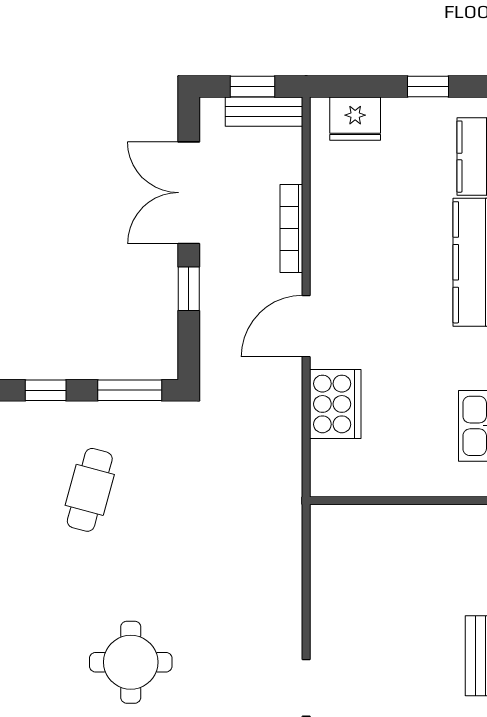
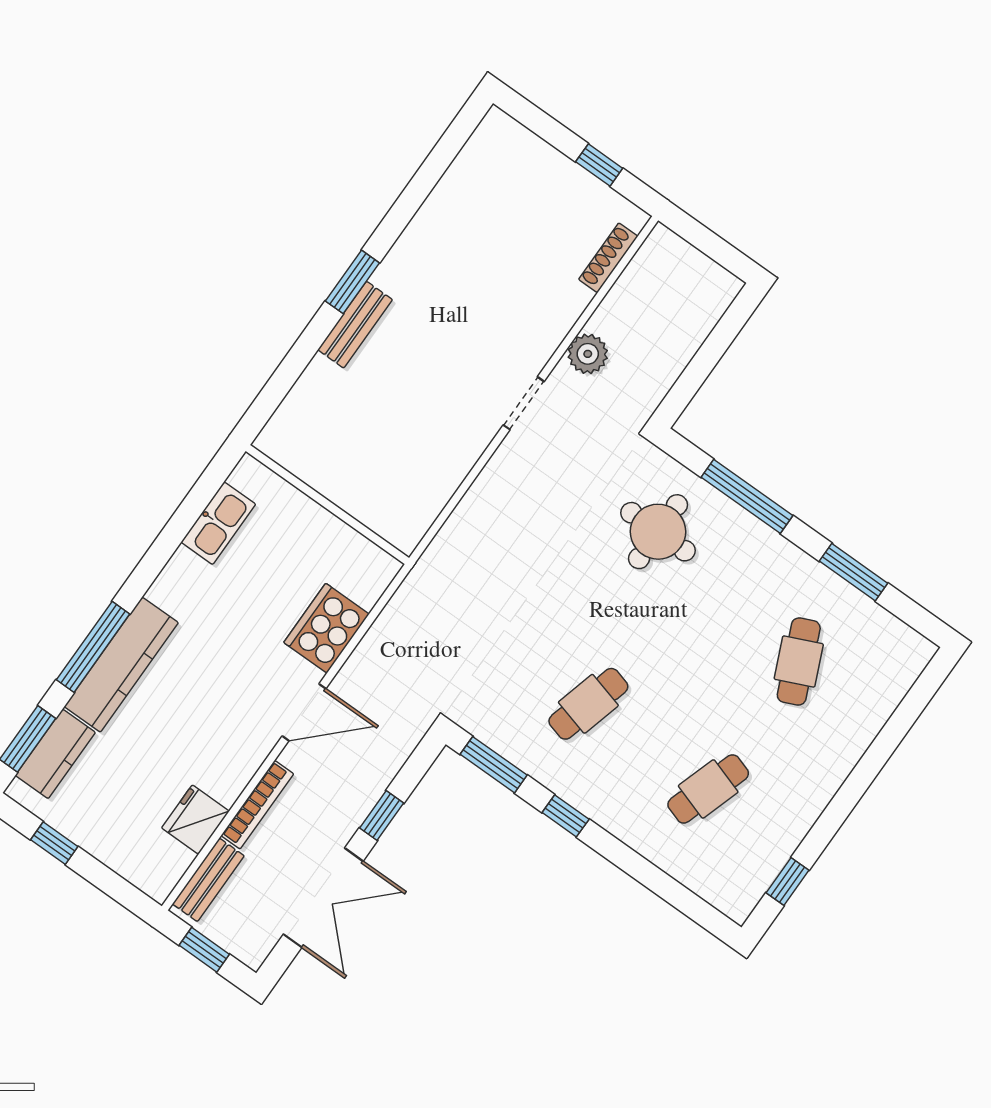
bench: (264, 112) -> (208, 880), moved, turned 90
fridge: (355, 119) -> (195, 819), moved, turned -90

